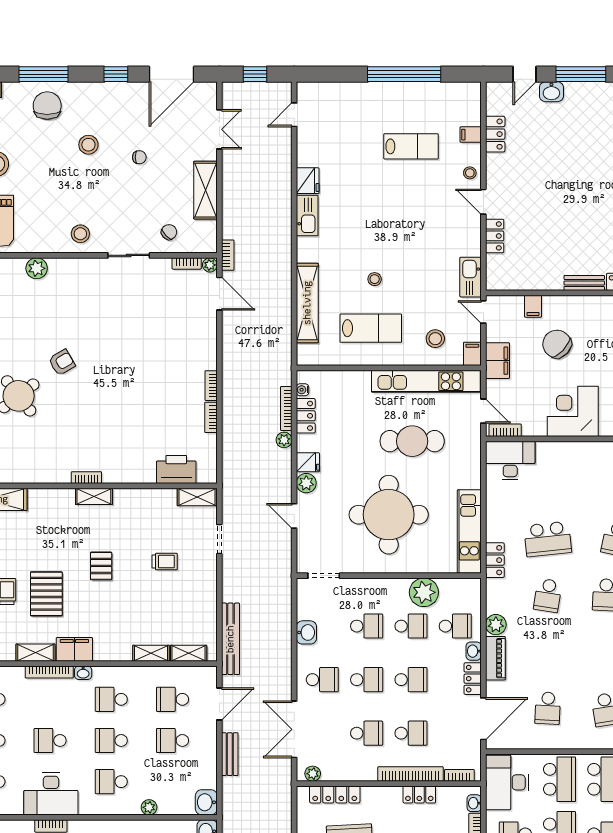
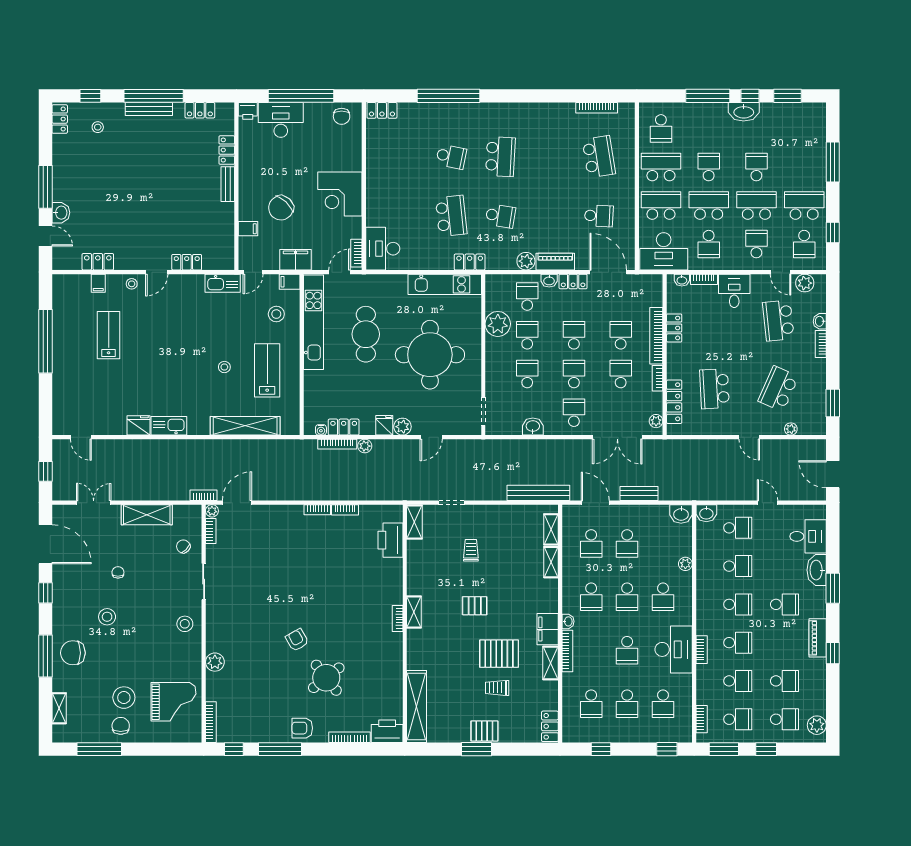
bookcase: (459, 775) -> (658, 378), moved

